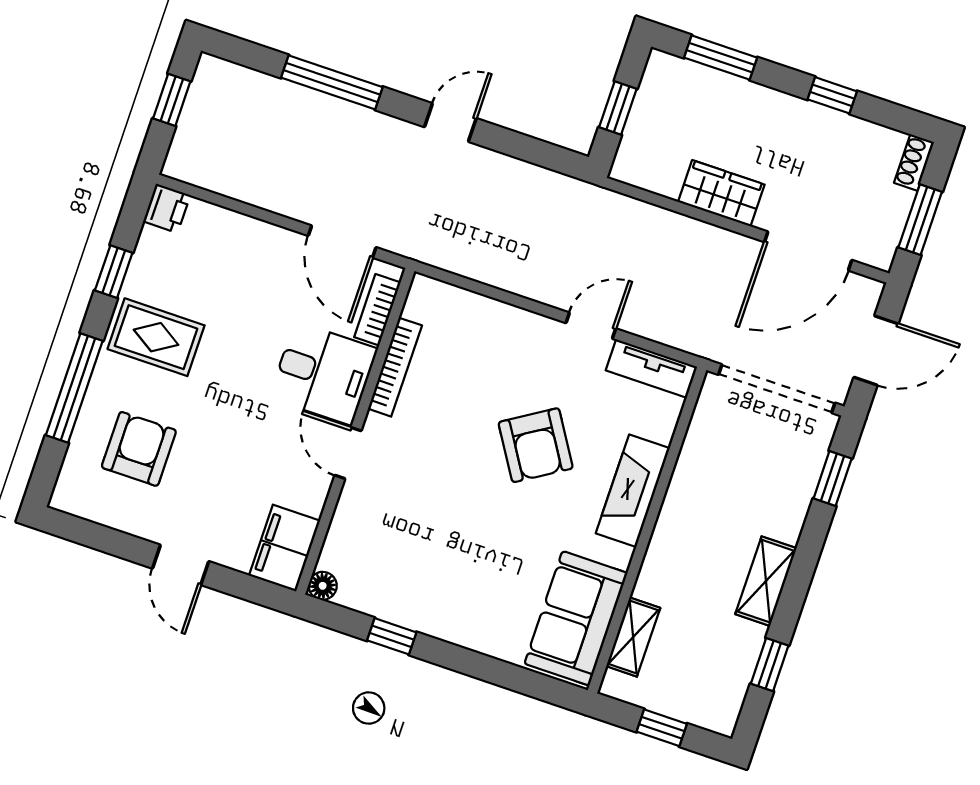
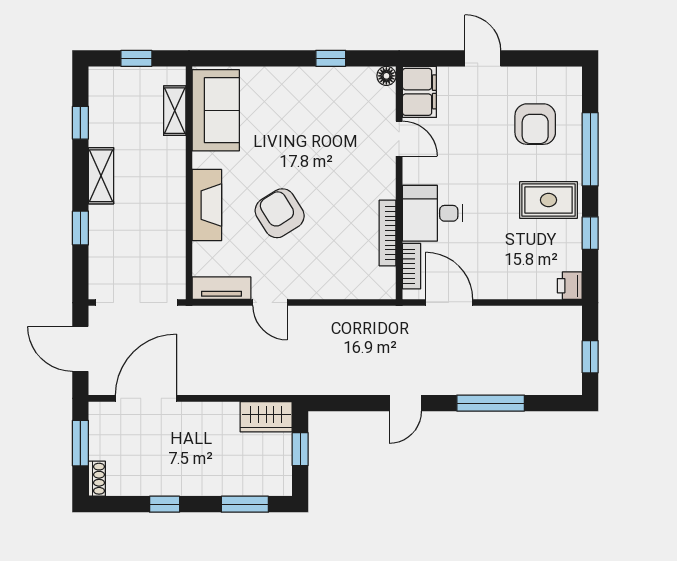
wardrobe: (721, 193) -> (266, 417), moved
door: (591, 326) -> (270, 303), hinge flipped
door: (876, 351) -> (80, 349), hinge flipped
door: (348, 453) -> (399, 139), moved
window: (833, 479) -> (80, 228), moved

